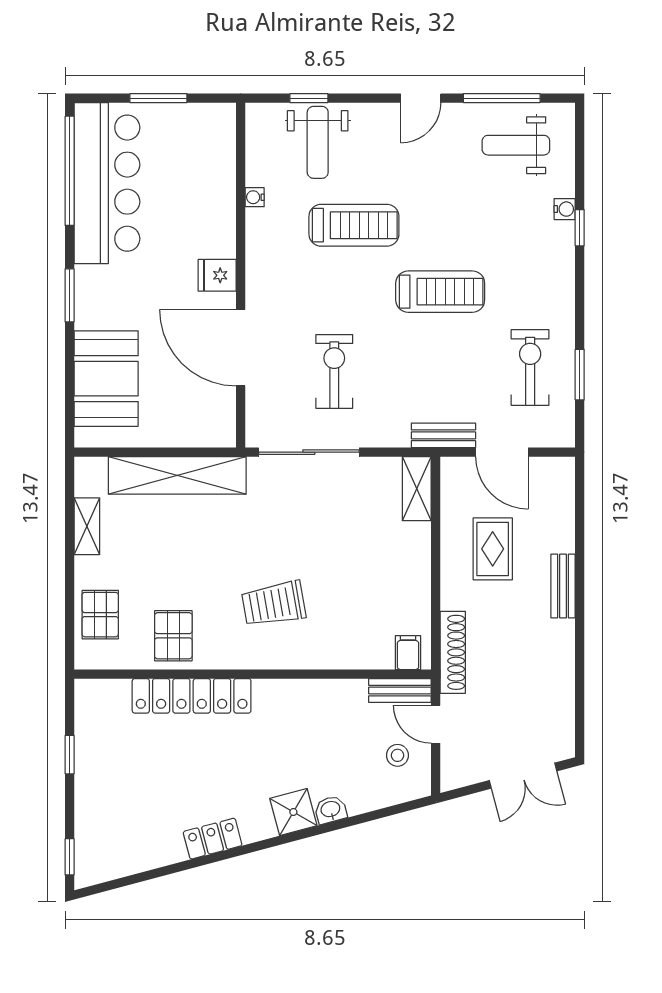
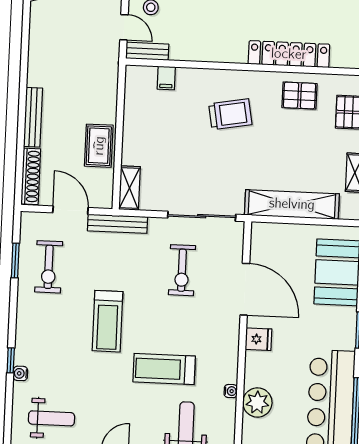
plant: (215, 182) -> (257, 402), added
treadmill: (440, 292) -> (107, 321), turned -90
bench: (443, 435) -> (118, 224), width x1.36
rug: (493, 549) -> (99, 146), moved
bench: (563, 586) -> (33, 117), width x1.36
pallet: (173, 636) -> (299, 96), turned 90
shoe rack: (453, 652) -> (31, 176), moved, turned 180
filing cabinet: (408, 653) -> (166, 78), moved

